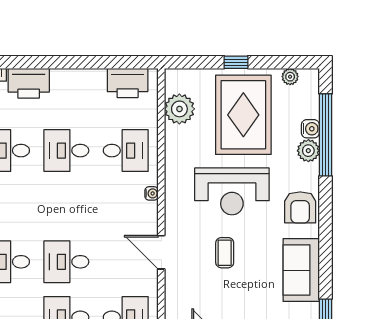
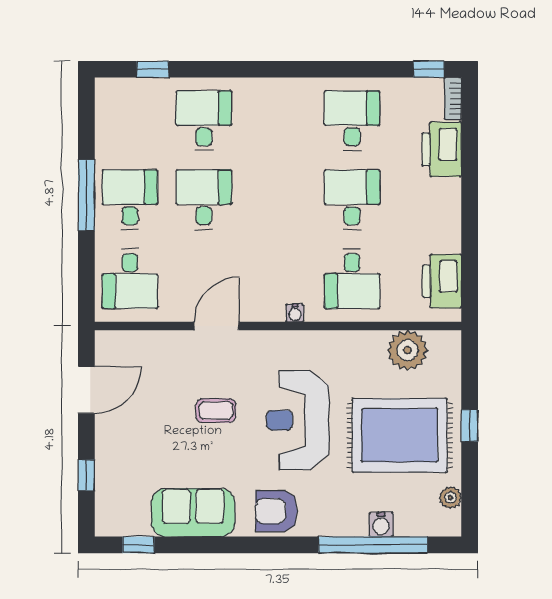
plant: (308, 151) -> (352, 522), removed

